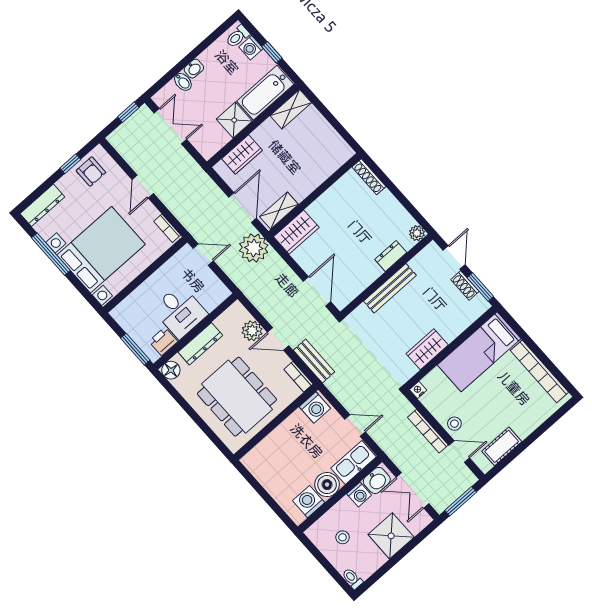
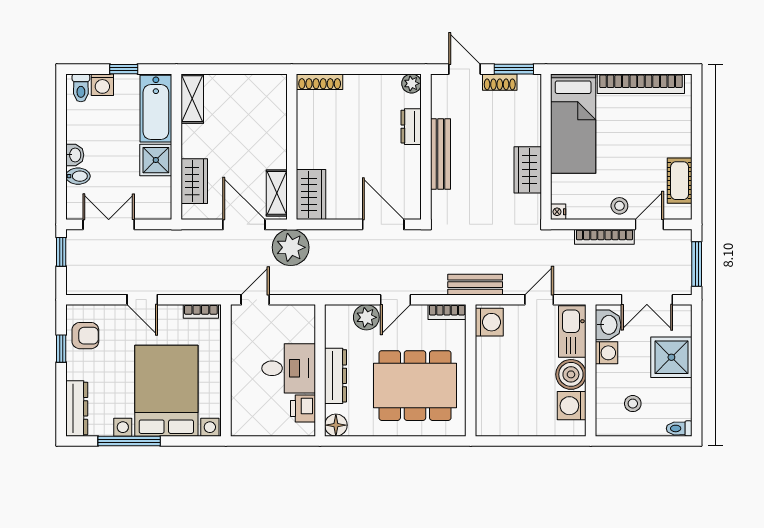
window: (135, 349) -> (287, 441), removed
bench: (314, 361) -> (475, 285), moved

